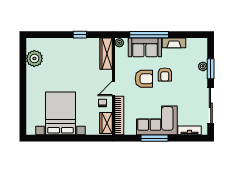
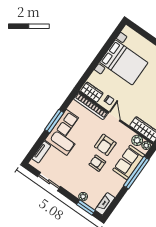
fireplace: (174, 43) -> (105, 204), moved
plant: (121, 54) -> (137, 140), added
window: (211, 69) -> (86, 208), moved
sliding door: (211, 105) -> (49, 182), width x0.73

